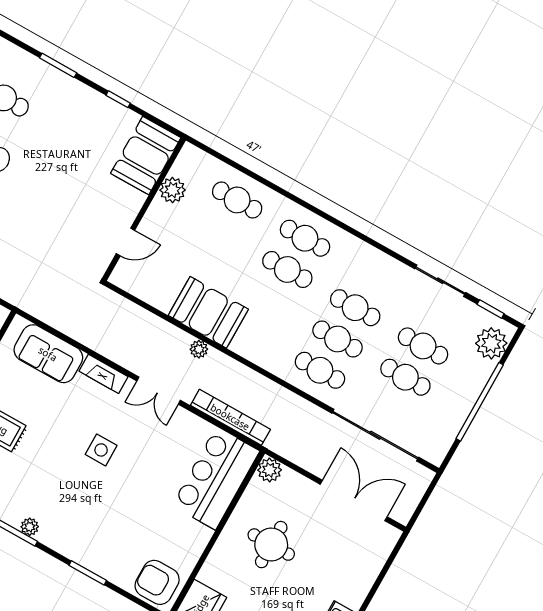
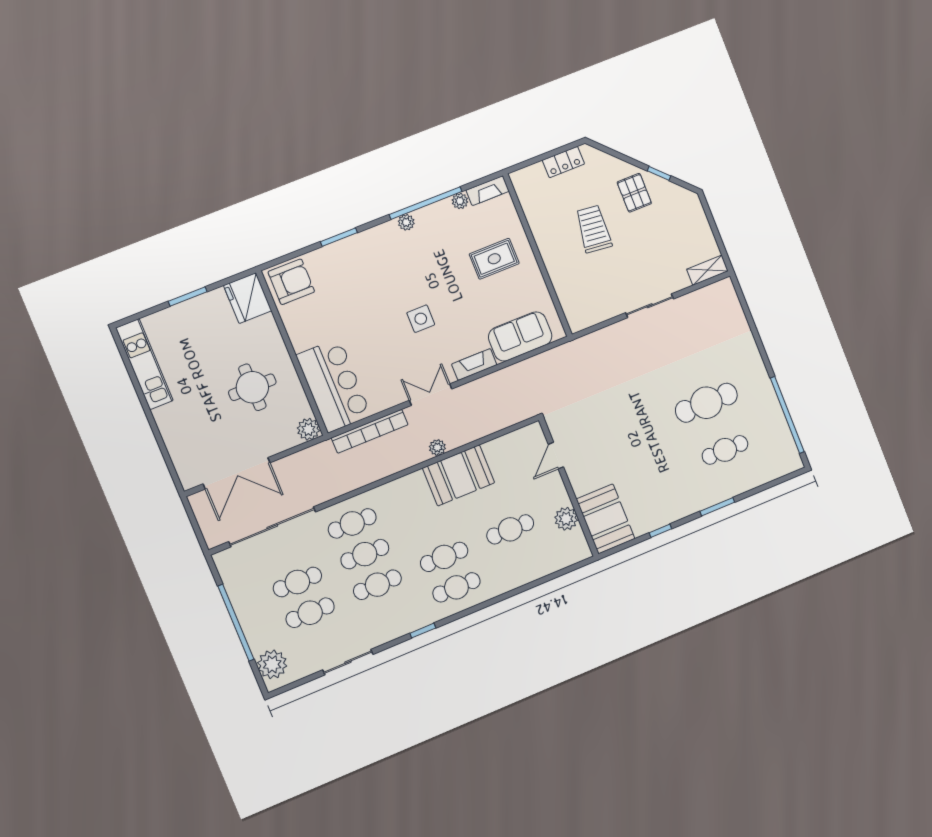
cafe table: (237, 200) -> (510, 529), moved
window: (491, 309) -> (423, 631), moved

